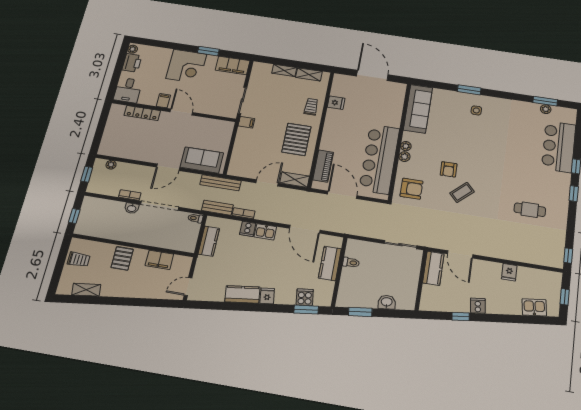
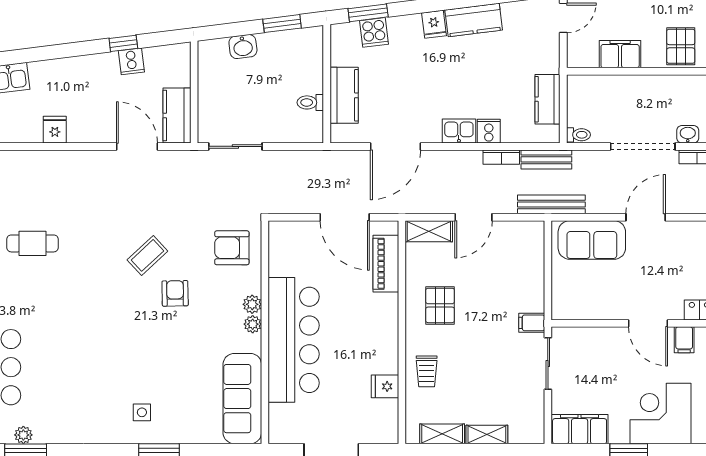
pallet: (296, 139) -> (440, 305), width x0.67, depth x0.71
bar counter: (379, 159) -> (294, 340), moved
door: (305, 229) -> (395, 146), swing flipped
cooker: (478, 306) -> (131, 61), moved

